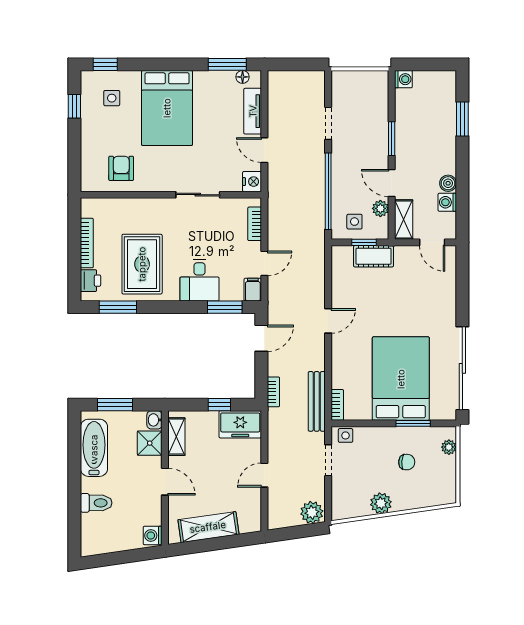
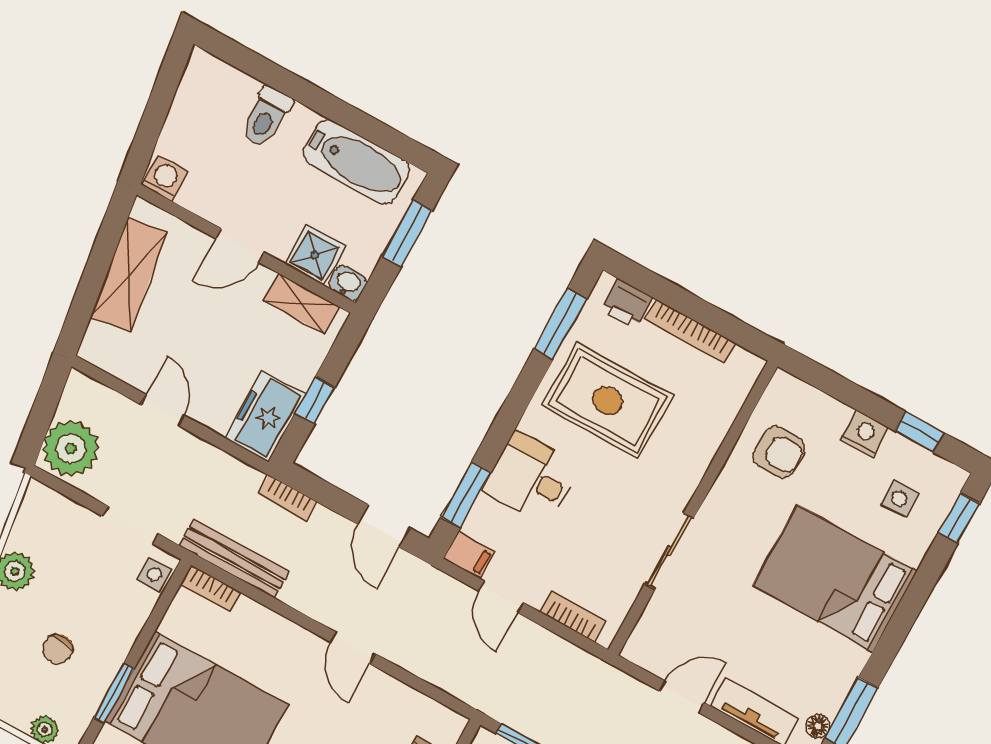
nightstand: (252, 182) -> (865, 434), moved, turned 180
plant: (312, 512) -> (71, 448), width x1.36, depth x1.36

